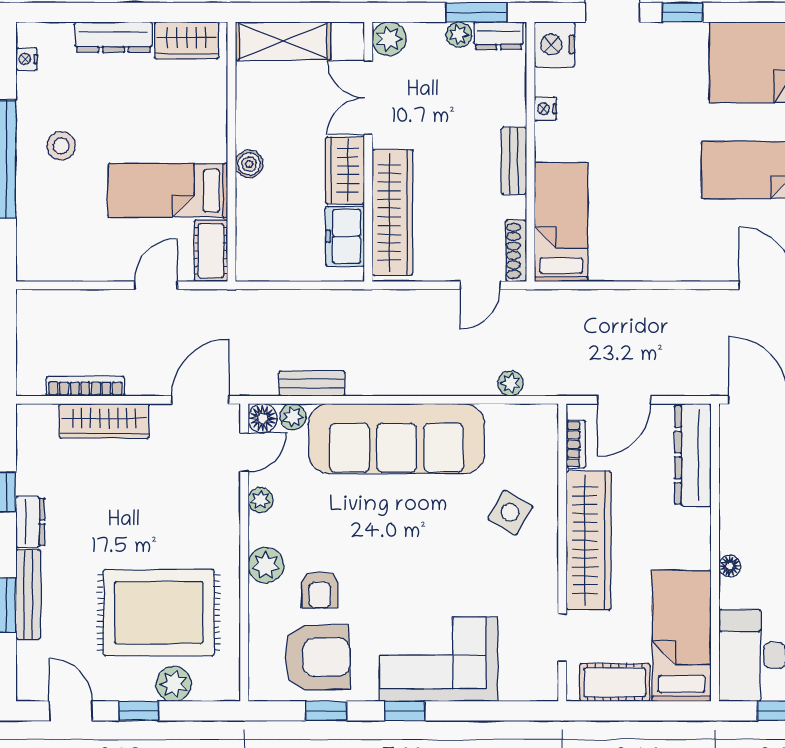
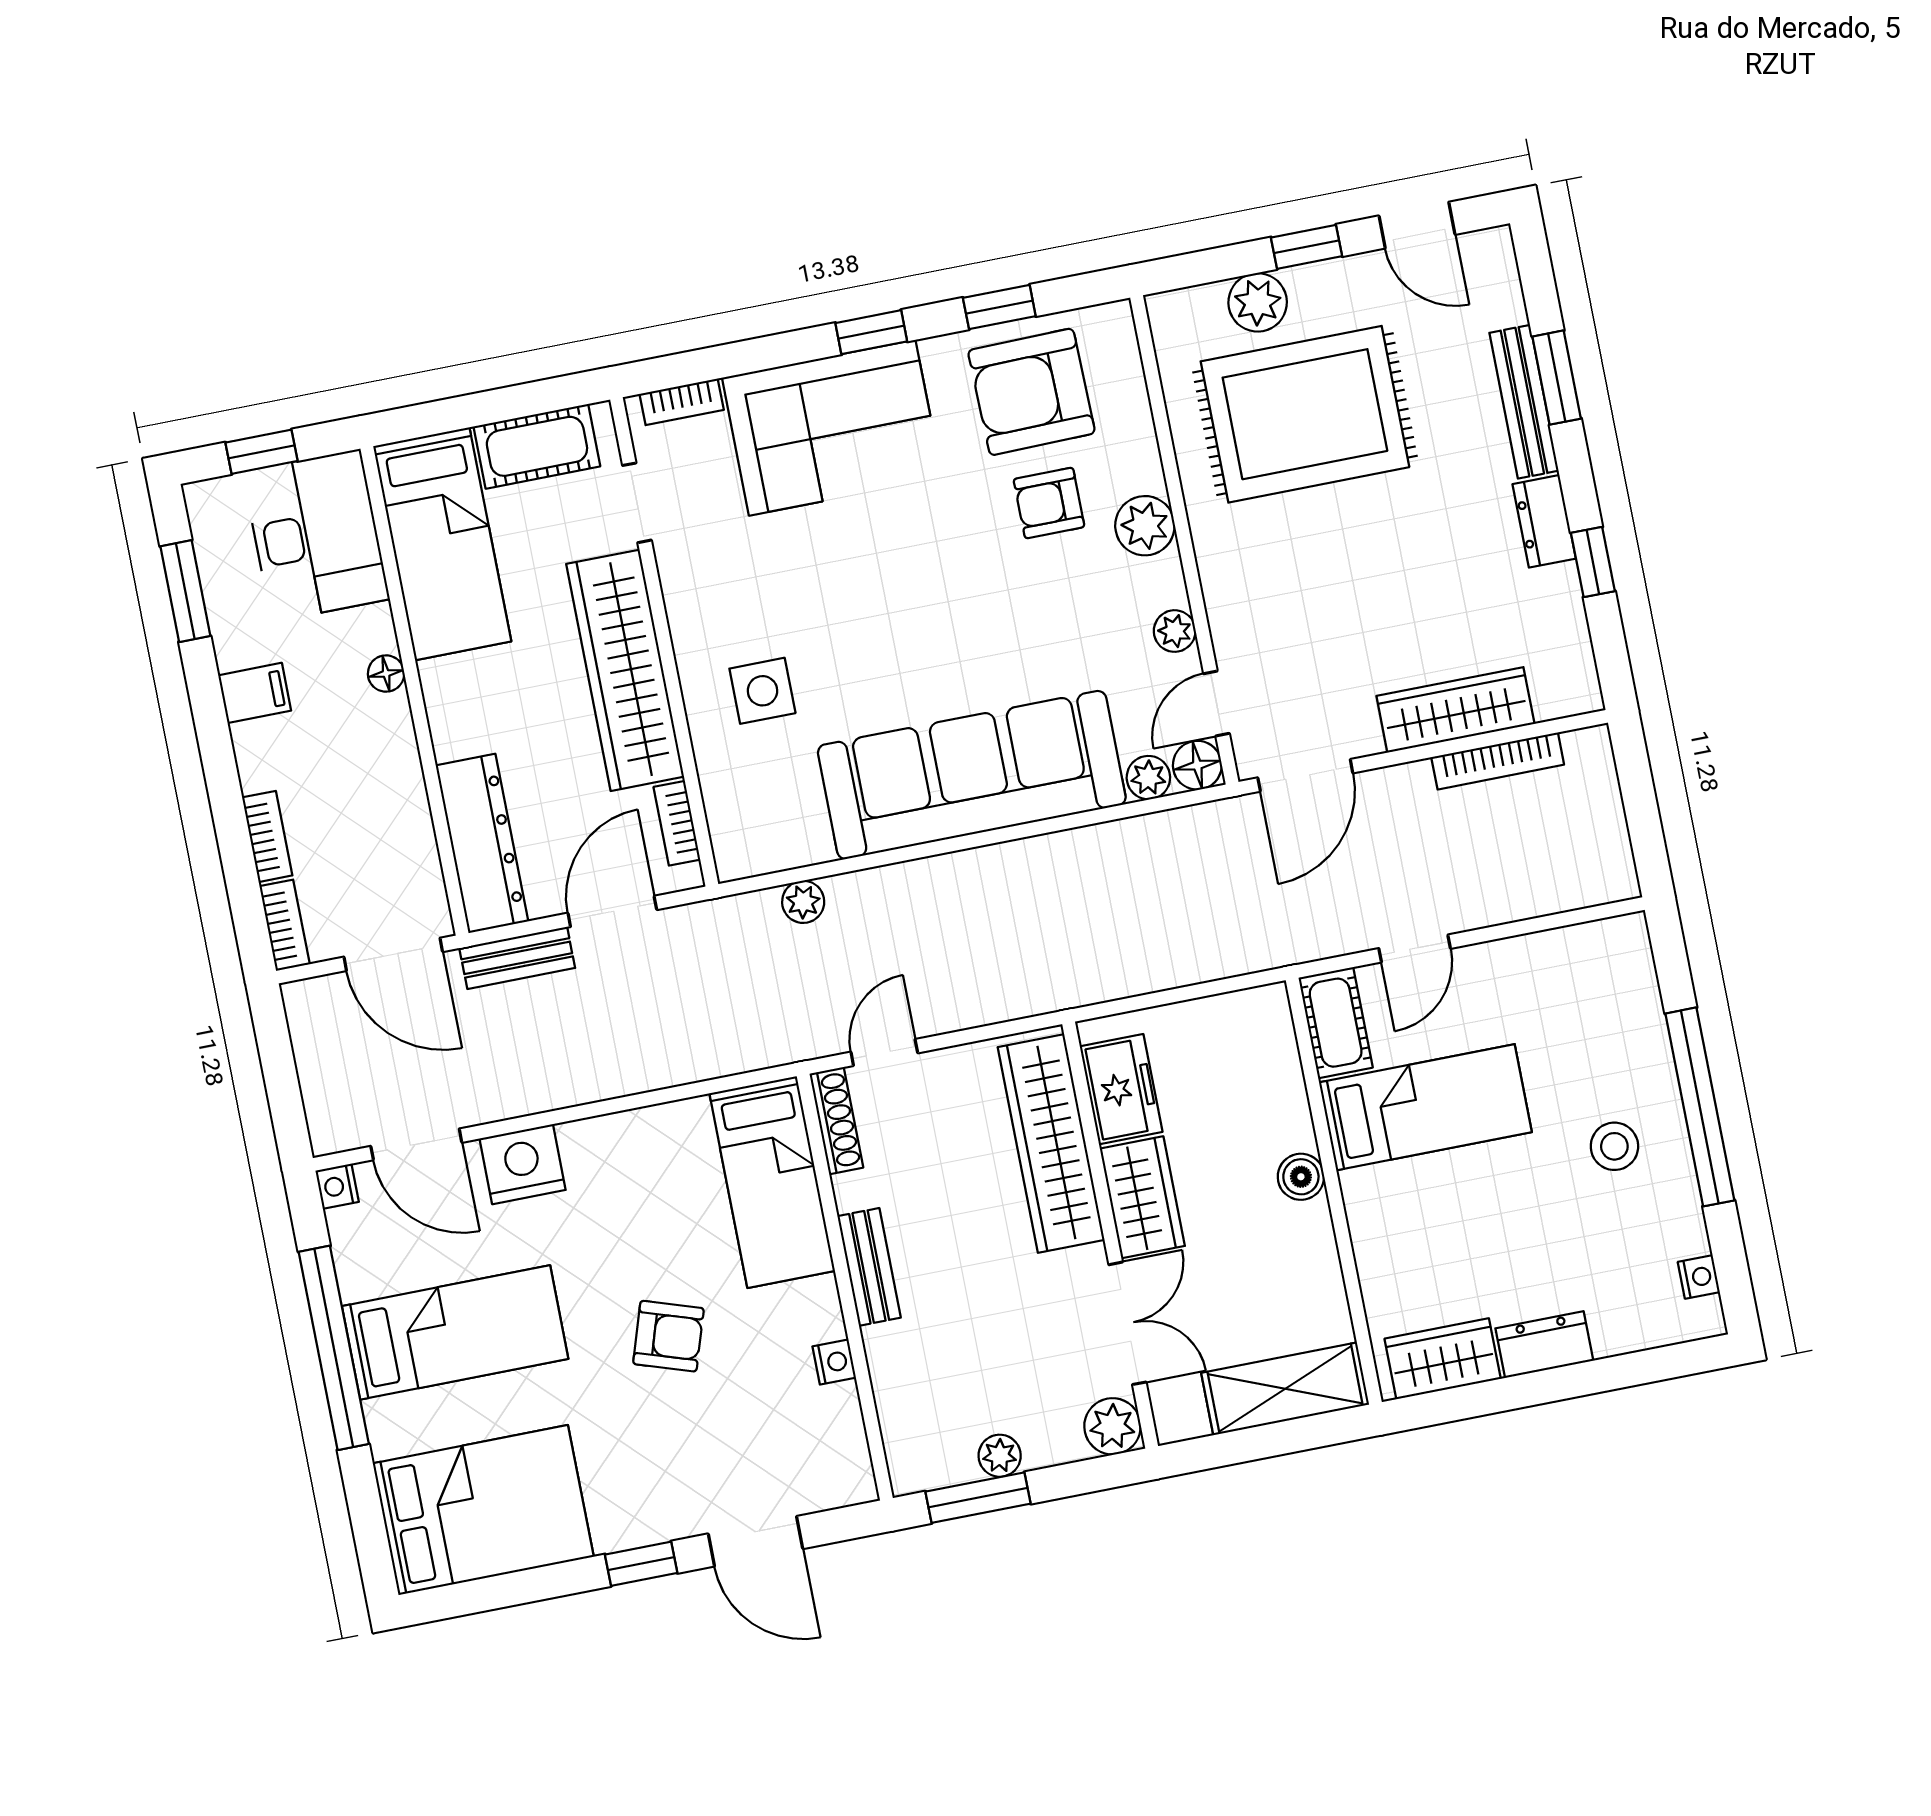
dresser: (499, 36) -> (934, 1467), removed
dresser: (113, 37) -> (1544, 1345), width x0.70
nightstand: (554, 44) -> (522, 1164), moved, turned -90
armchair: (640, 143) -> (668, 1336), added
bench: (312, 383) -> (517, 958), moved
side table: (510, 512) -> (762, 691), turned -30
armchair: (320, 590) -> (1049, 503), turned -90
bookcase: (524, 692) -> (682, 402), added

